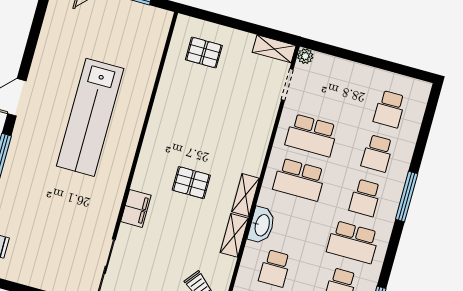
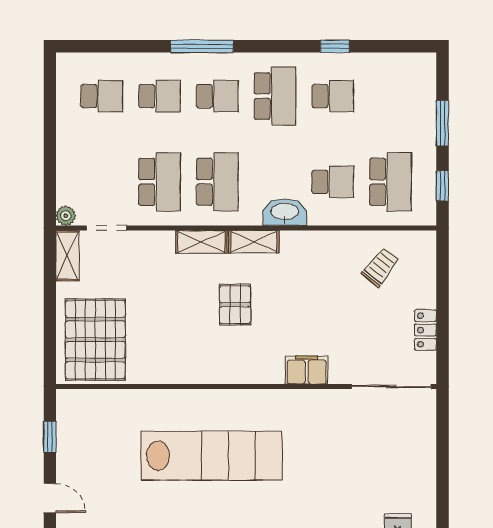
pallet: (204, 53) -> (95, 340), width x2.05, depth x2.00
pallet: (191, 183) -> (235, 305), moved
shelving: (234, 235) -> (201, 242), moved

